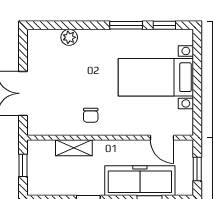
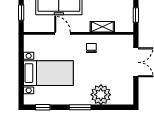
window: (126, 25) -> (80, 107), moved
plant: (69, 37) -> (101, 95), width x1.87, depth x1.87
door: (162, 138) -> (63, 33), moved

